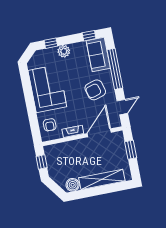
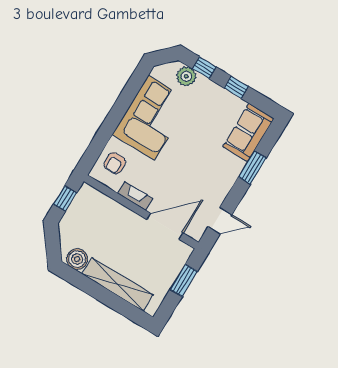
window: (89, 36) -> (236, 87), moved
plant: (64, 51) -> (186, 76), moved
window: (115, 69) -> (252, 167), width x0.47
armchair: (95, 90) -> (207, 171), removed

